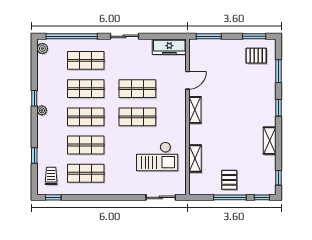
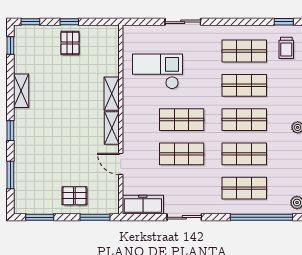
sliding door: (125, 36) -> (184, 217), moved
pallet: (256, 56) -> (74, 196), moved
door: (188, 80) -> (121, 164), hinge flipped
shelving: (195, 159) -> (112, 94), moved
sliding door: (161, 197) -> (183, 22), moved
window: (230, 197) -> (69, 22), width x0.46

